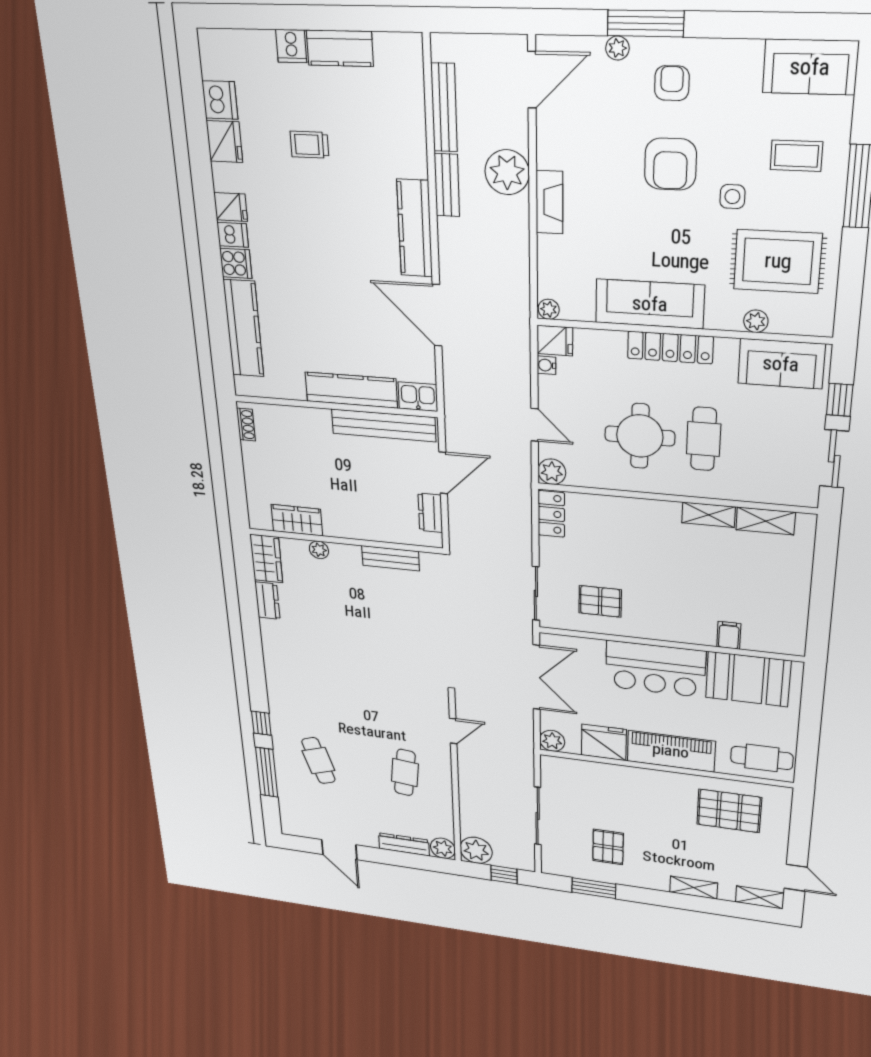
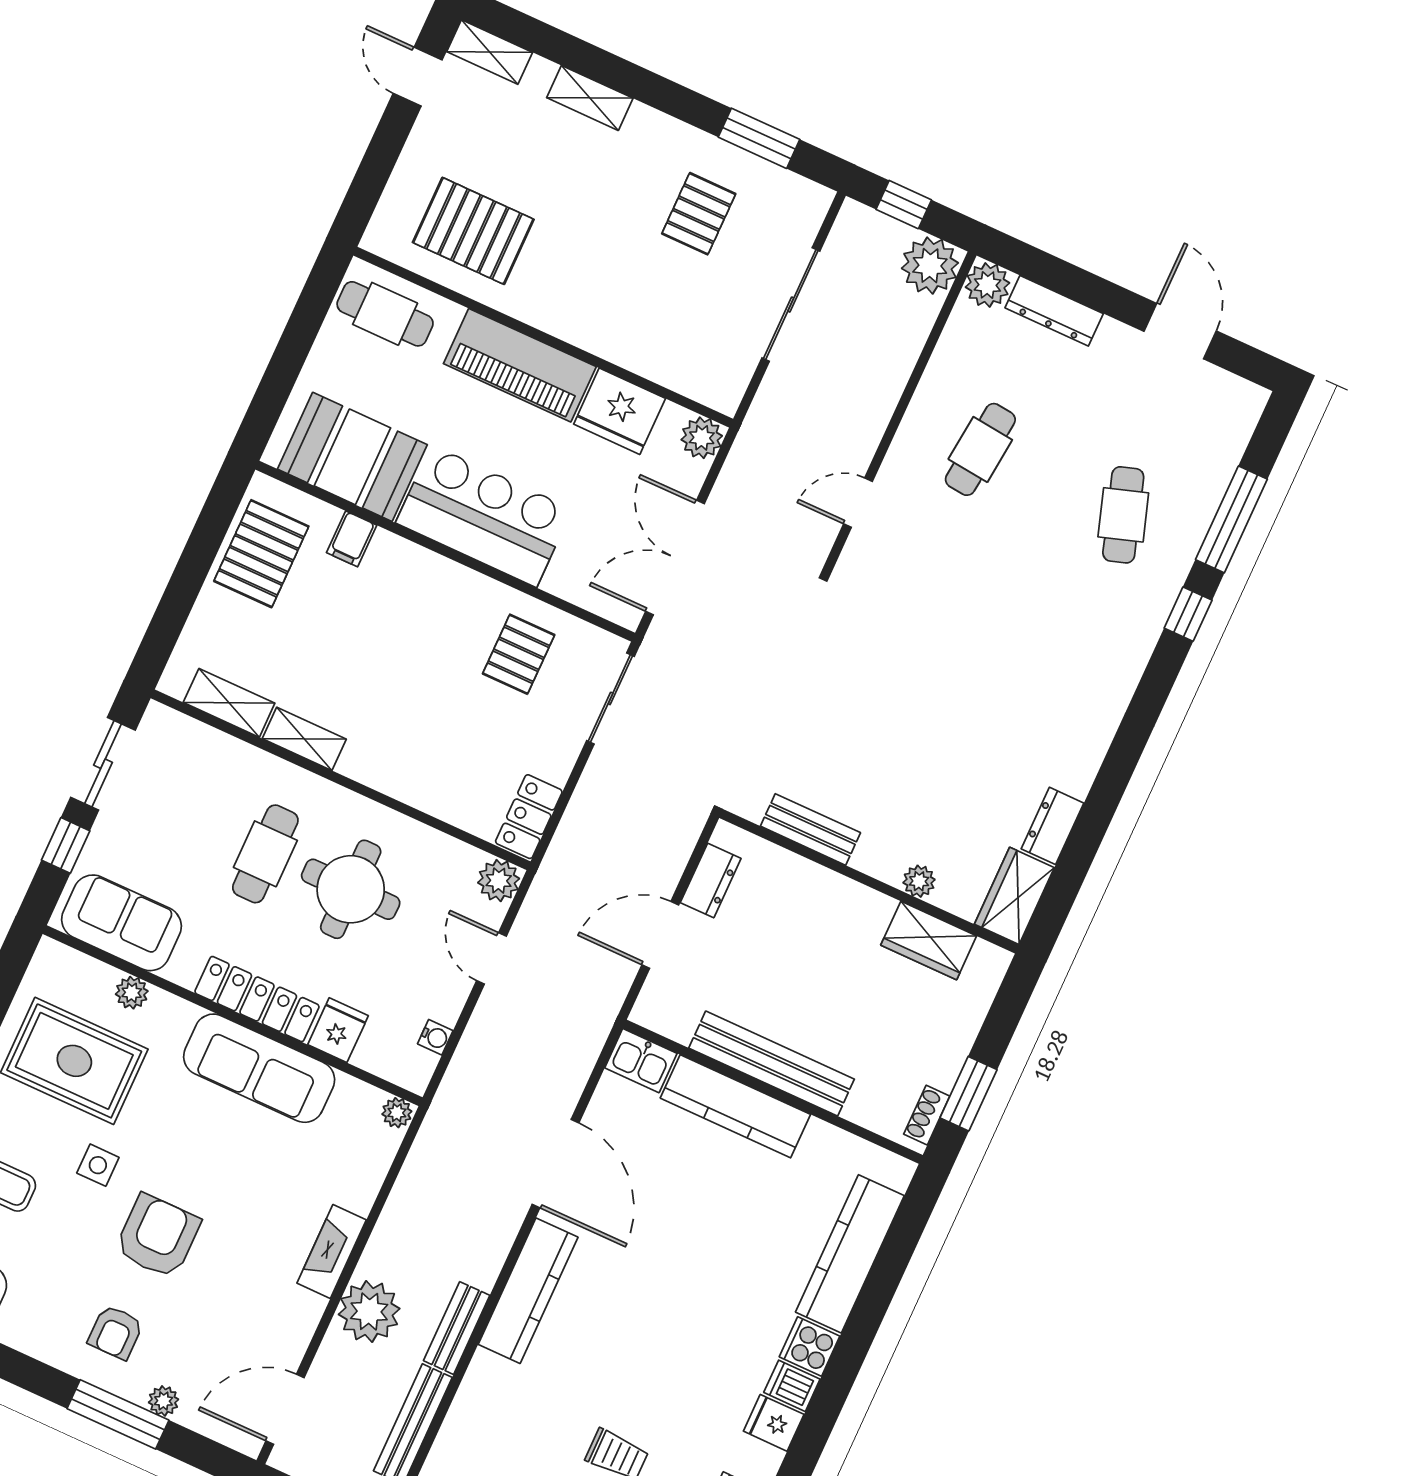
fridge: (555, 341) -> (338, 1030), moved, turned 90
bench: (384, 425) -> (772, 1064), moved
window: (231, 445) -> (968, 1094), added
pallet: (600, 601) -> (519, 654), turned 90
pallet: (781, 612) -> (261, 554), added

